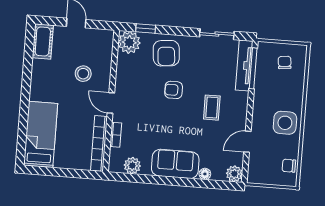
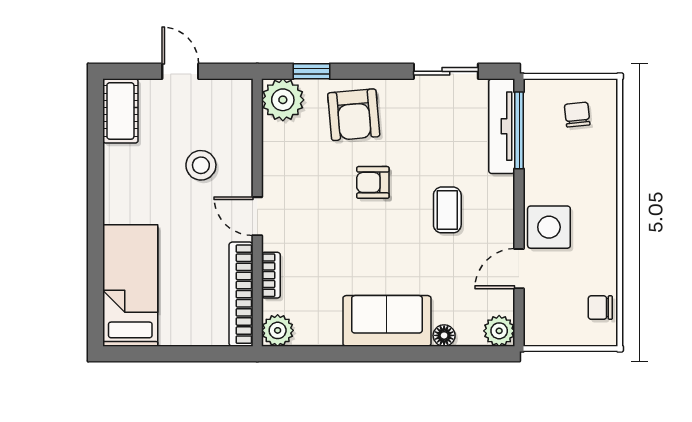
side table: (285, 123) -> (549, 227), moved
plant: (132, 166) -> (278, 330), moved

